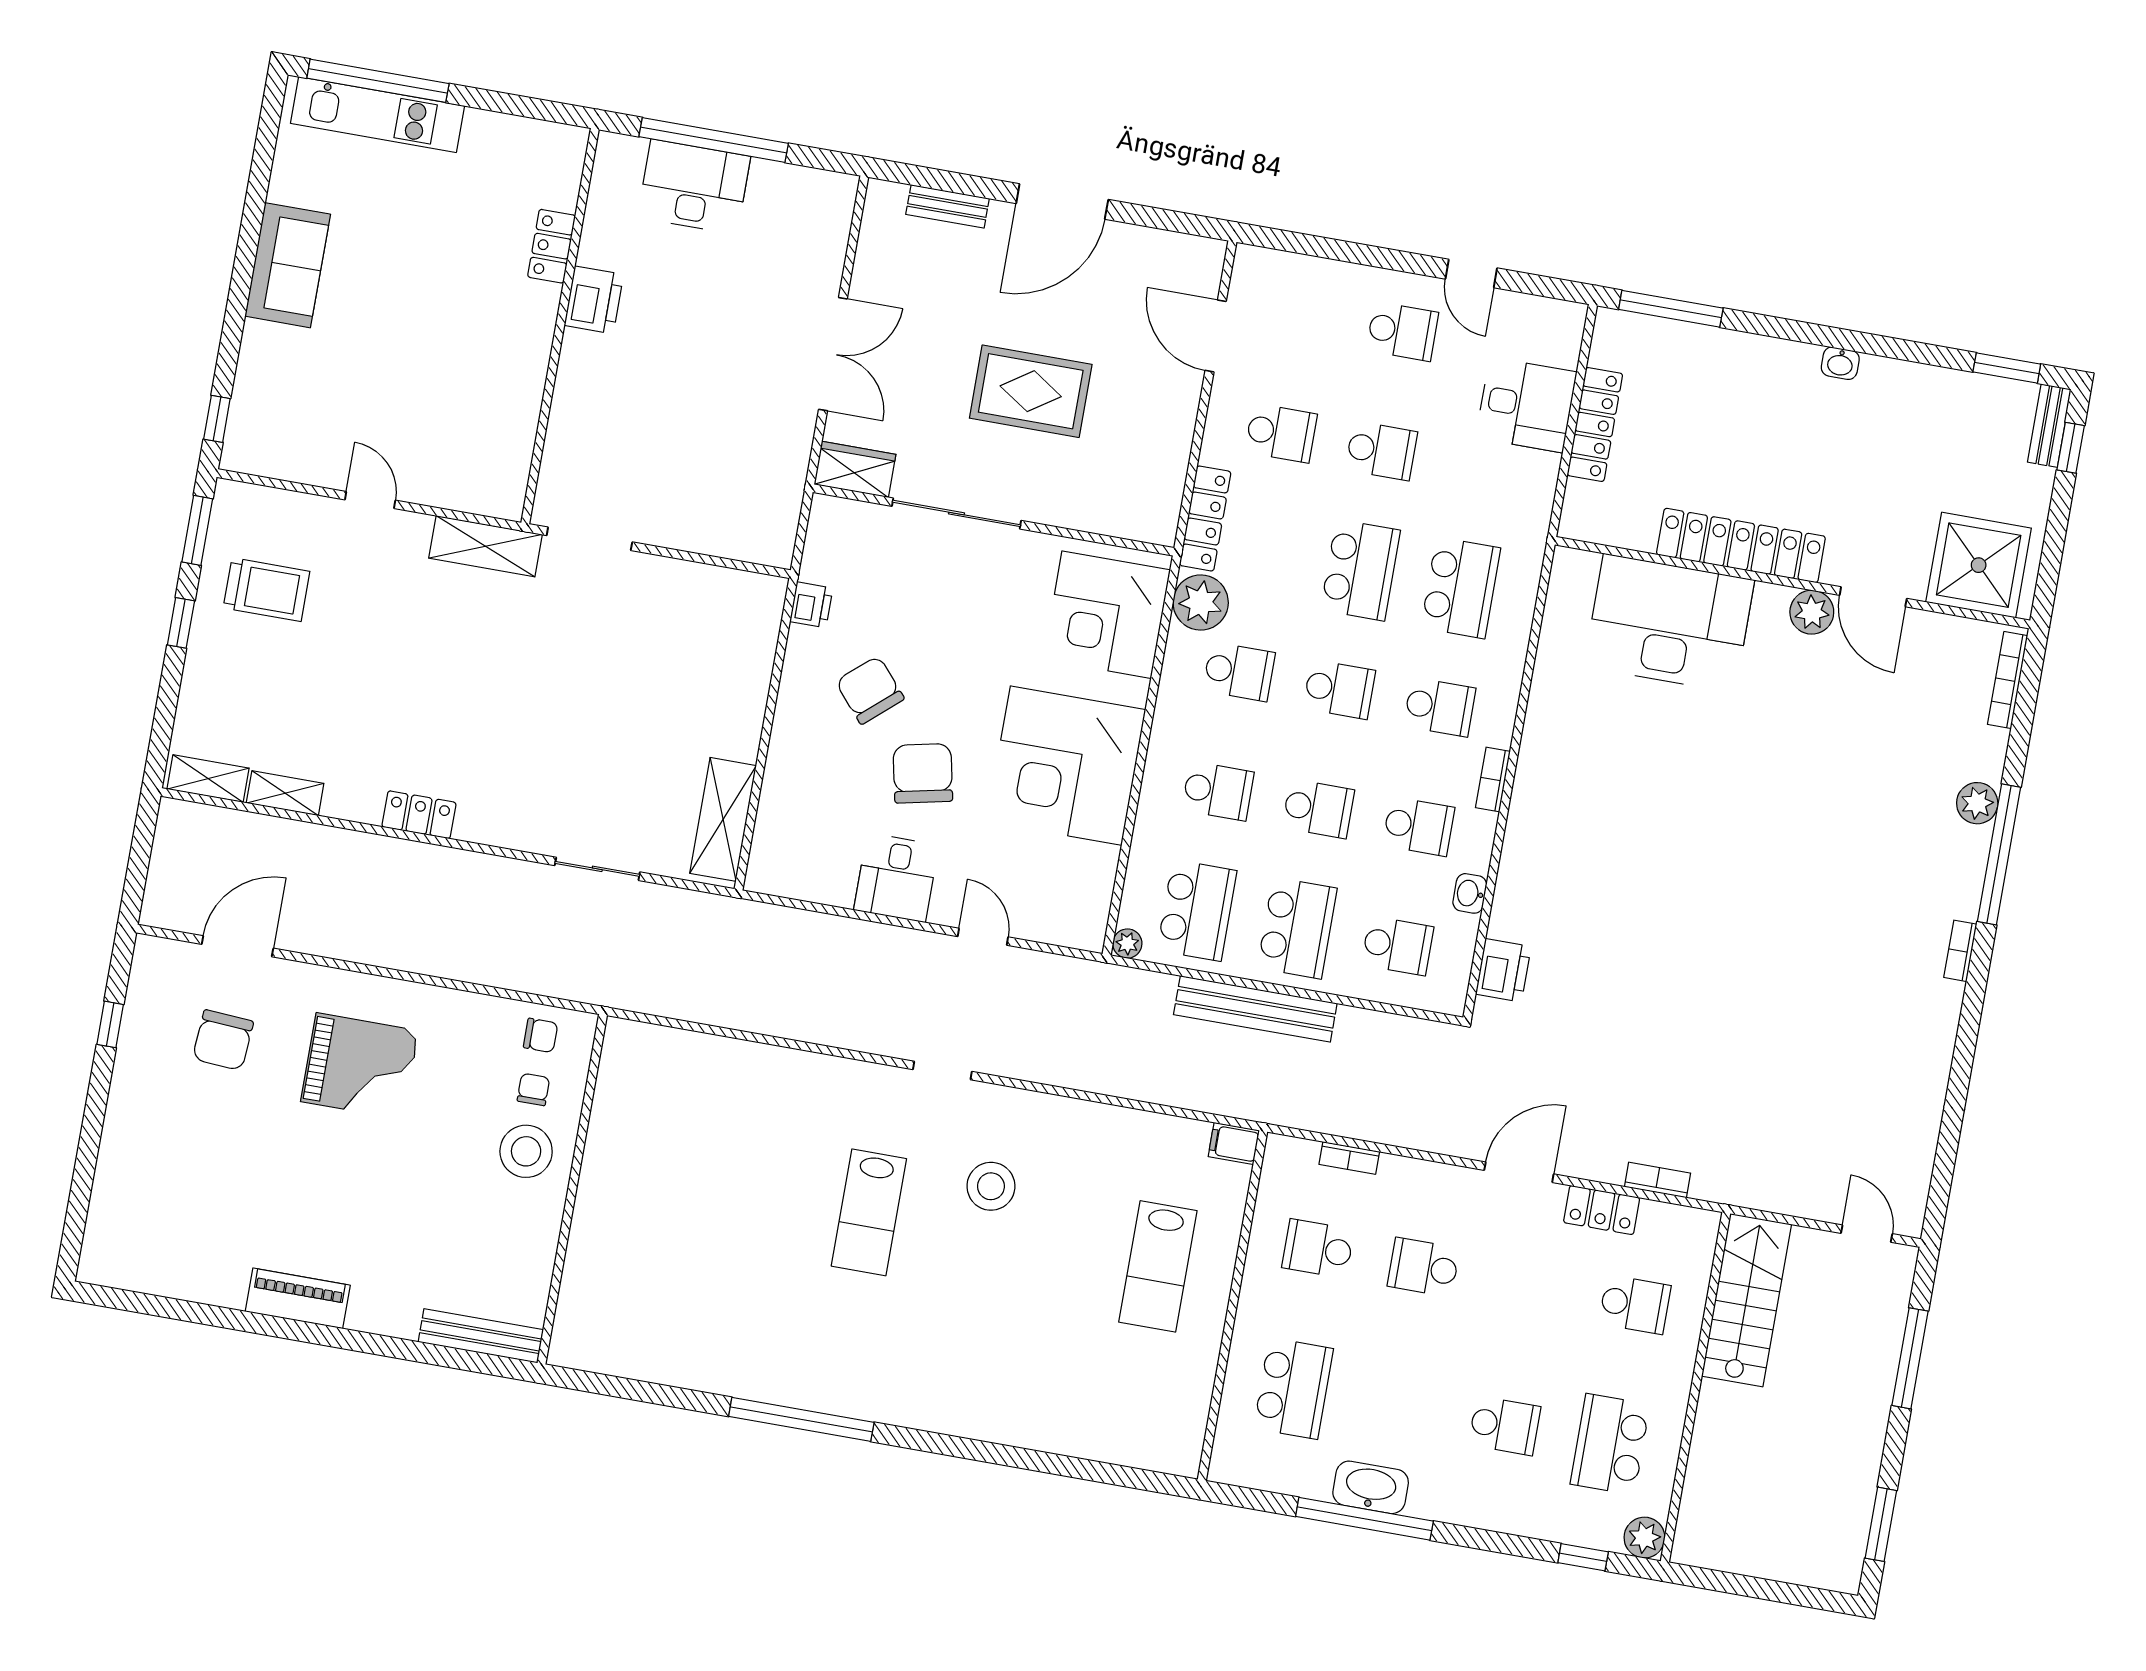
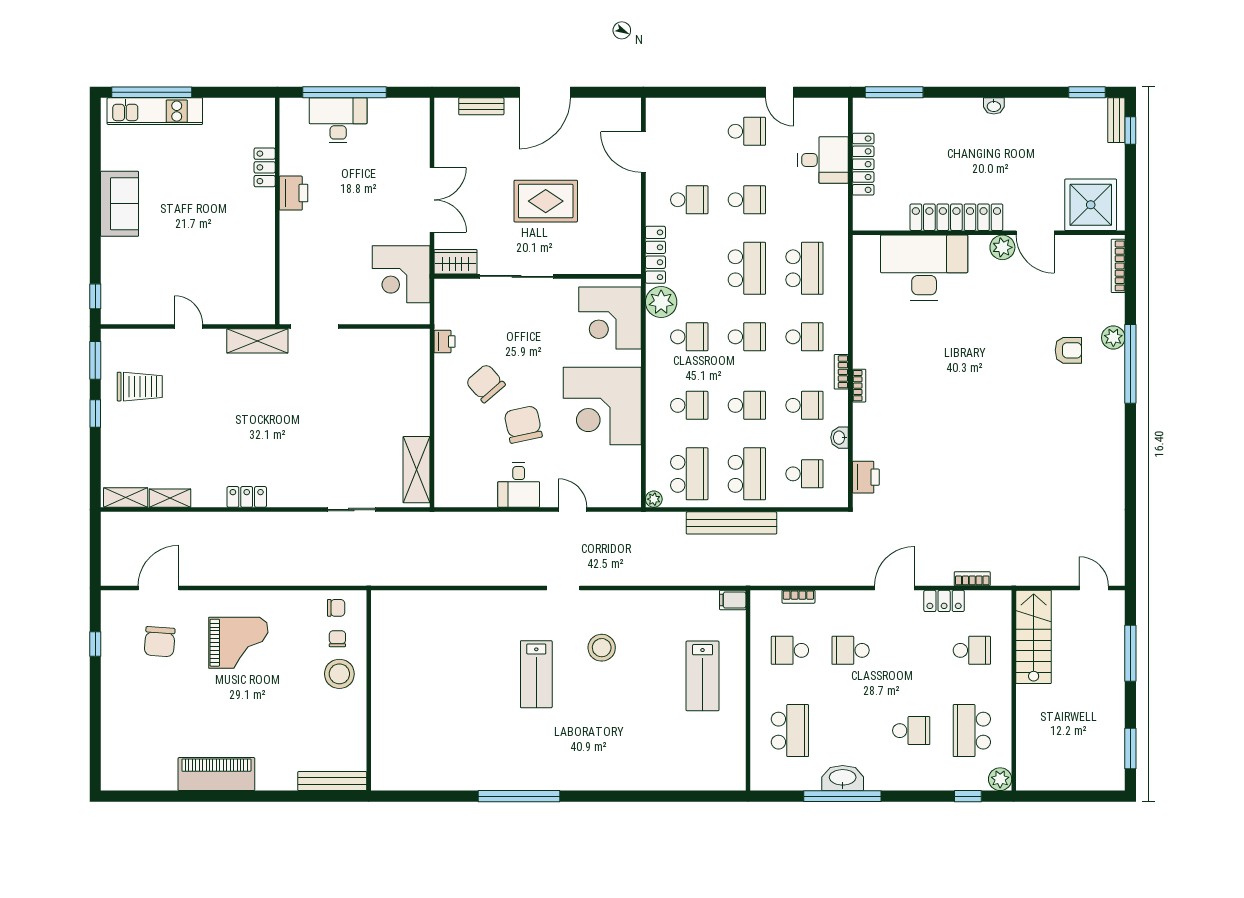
corner desk: (756, 474) -> (401, 274), added
armchair: (1895, 812) -> (1068, 350), added
bookcase: (1960, 951) -> (859, 386), moved, turned 180
piano: (298, 1298) -> (216, 774), width x1.37, depth x1.33

